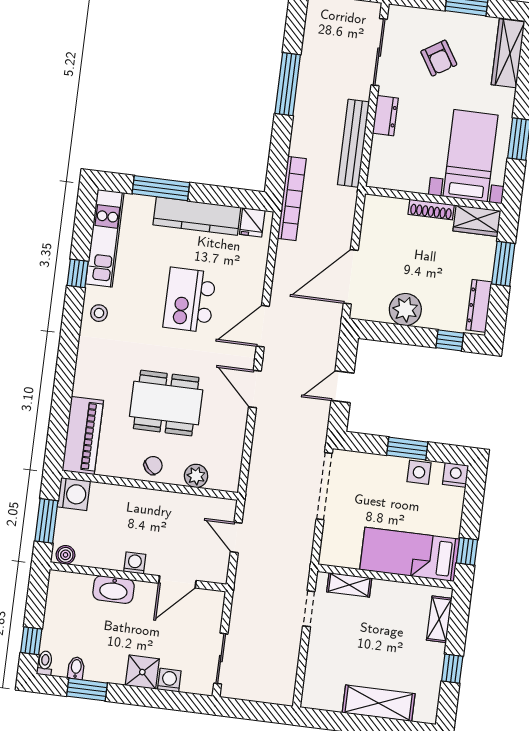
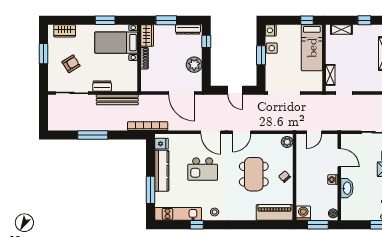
wardrobe: (508, 53) -> (65, 31), width x0.67
plant: (196, 476) -> (287, 142), moved

